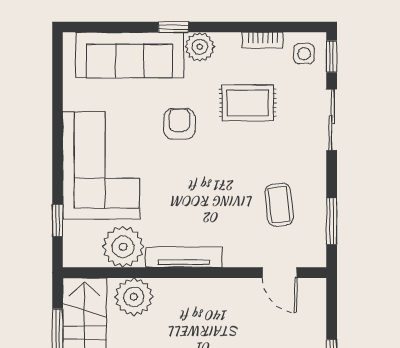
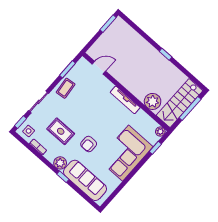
coffee table: (279, 205) -> (66, 88), moved
plant: (123, 247) -> (160, 132), moved, width x0.53, depth x0.53
door: (280, 273) -> (99, 68), hinge flipped

